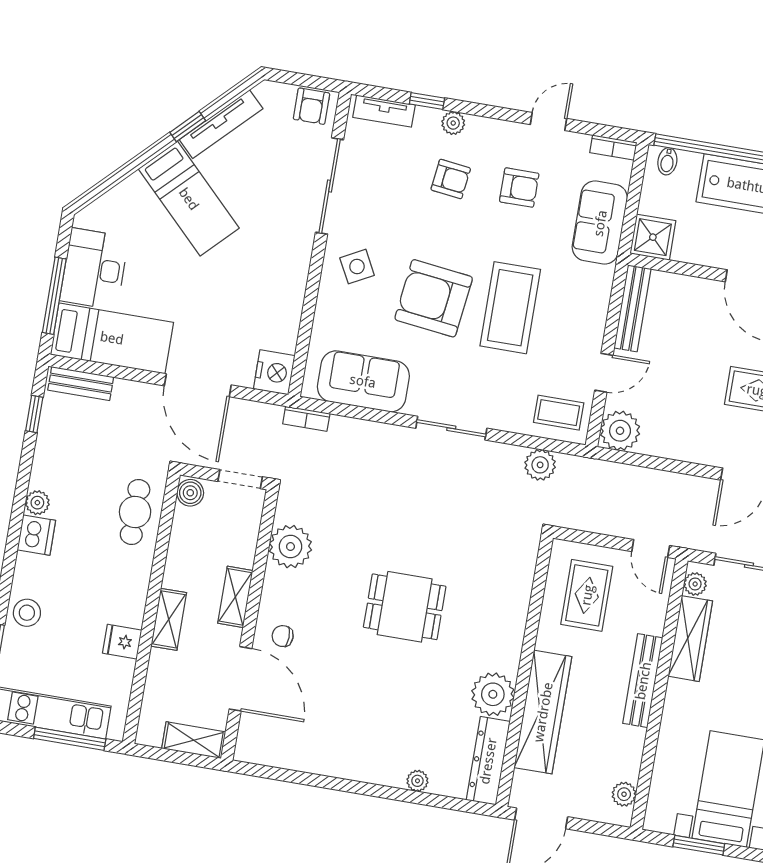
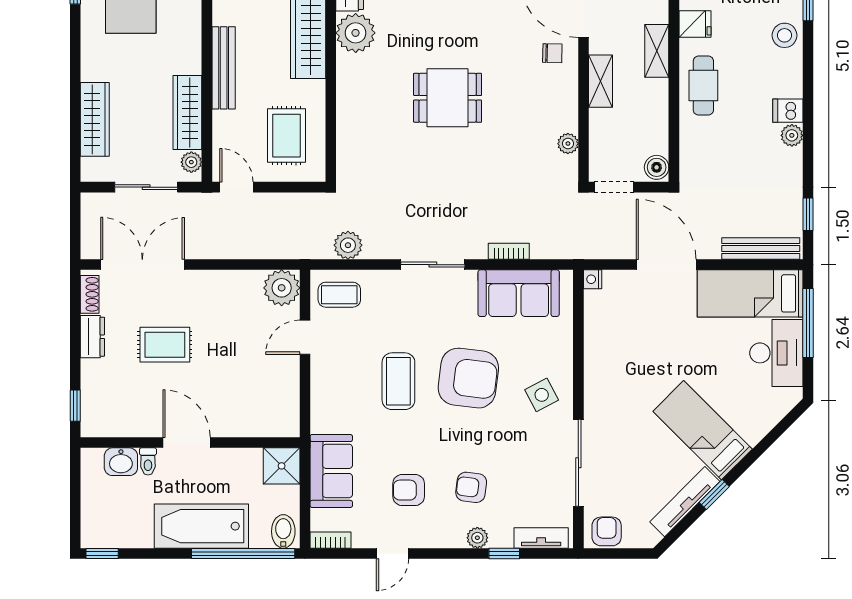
bidet: (667, 161) -> (283, 531), width x1.38, depth x1.36
coffee table: (510, 308) -> (398, 381), width x0.73, depth x0.76
bench: (632, 308) -> (289, 399), removed
nightstand: (274, 372) -> (593, 279), width x0.53, depth x0.56
bench: (81, 383) -> (761, 248), width x1.36
bookcase: (306, 419) -> (509, 251), moved
cafe table: (135, 512) -> (703, 86), moved
dishwasher: (36, 535) -> (788, 111), width x0.73
plant: (290, 547) -> (568, 144), width x0.53, depth x0.53

